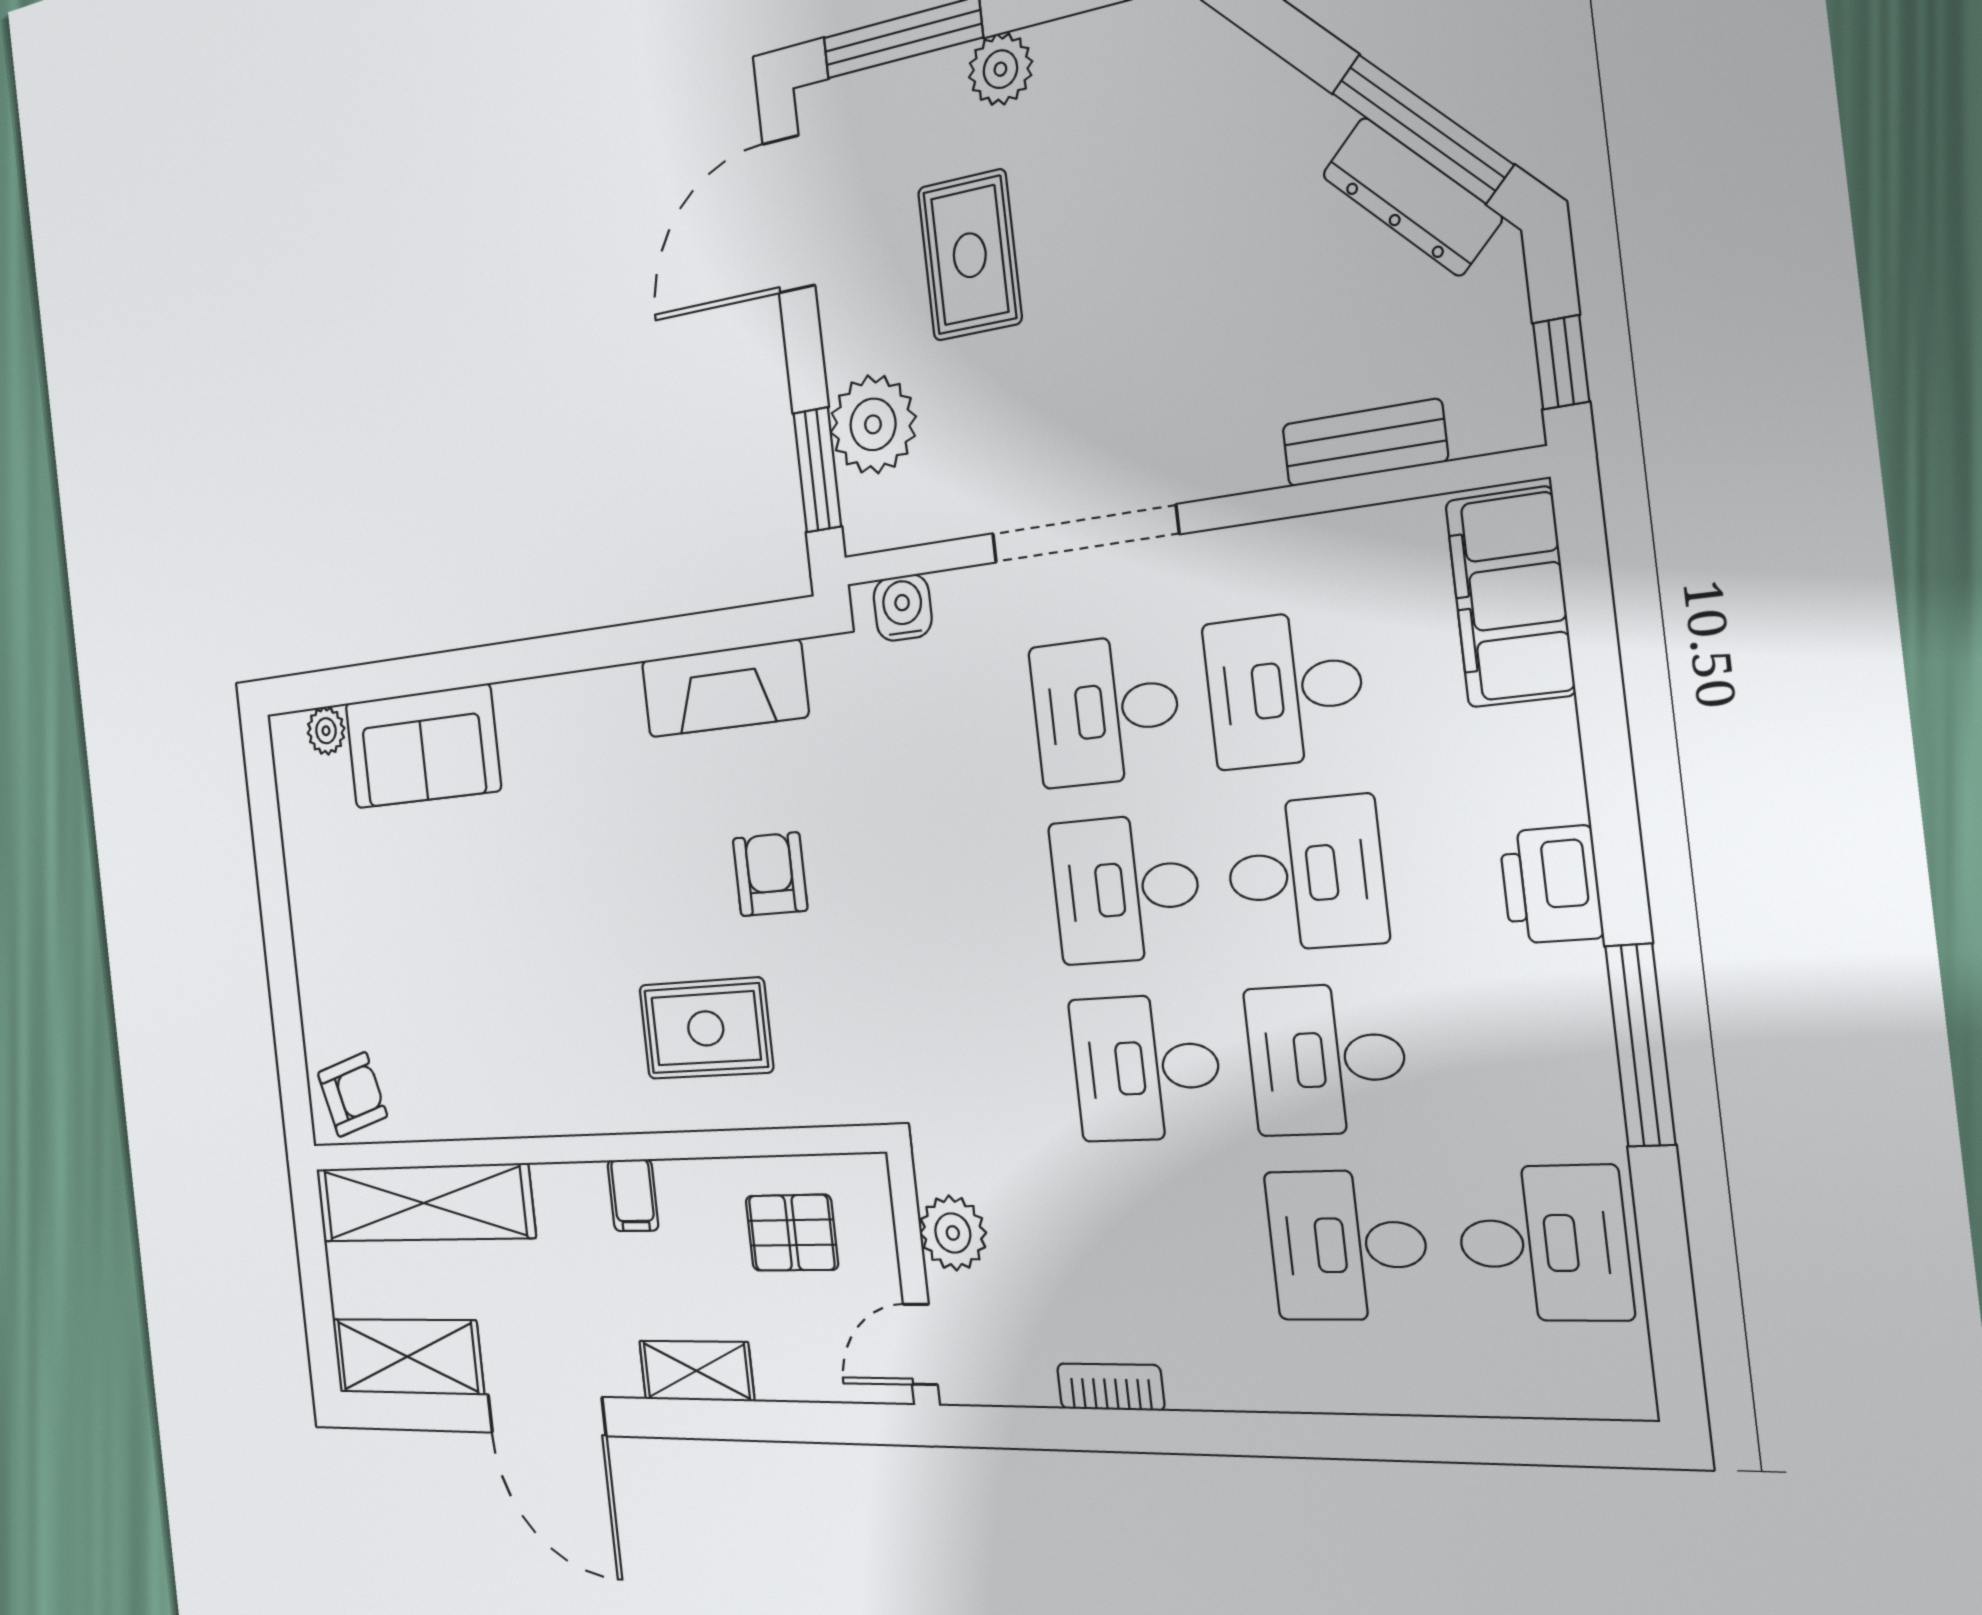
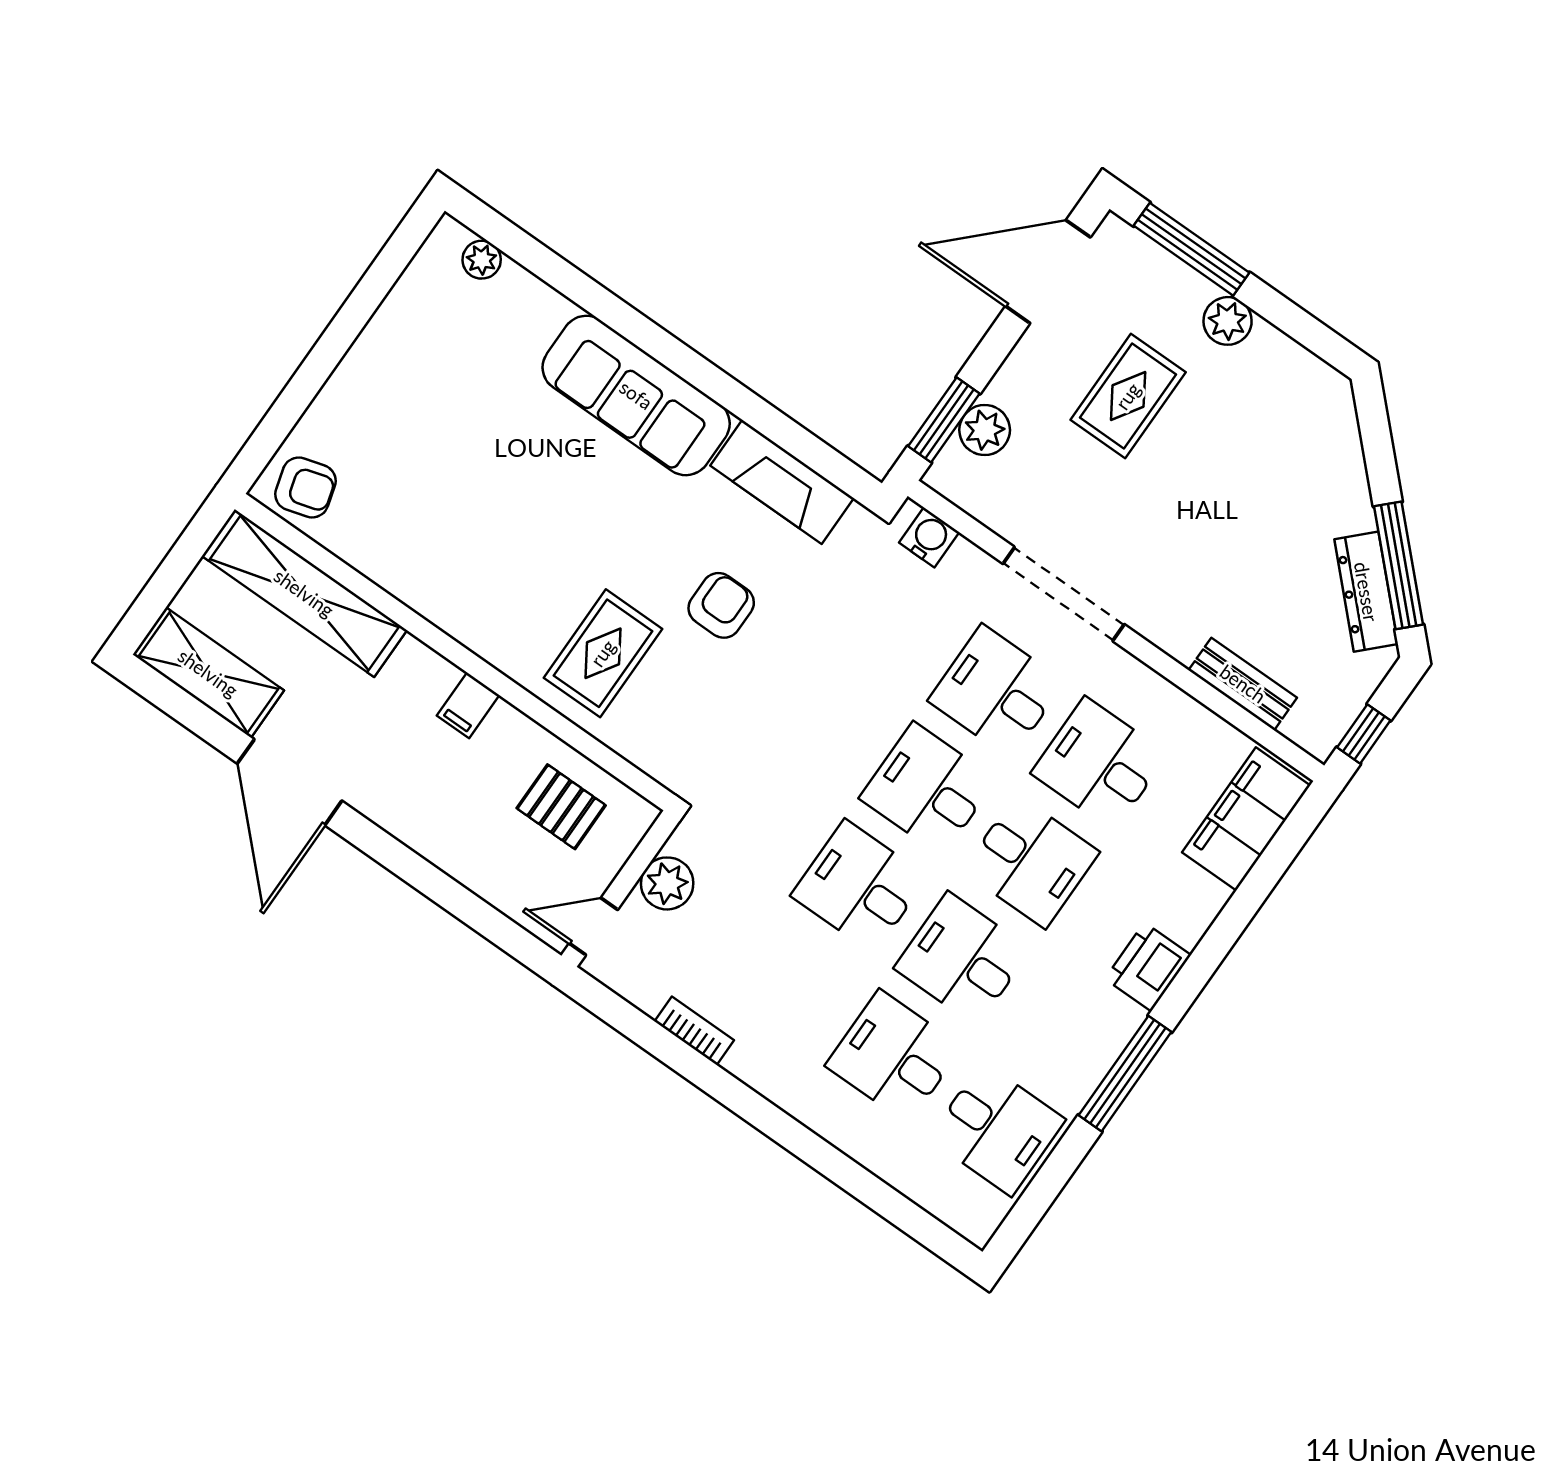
plant: (873, 424) -> (985, 430), width x0.73, depth x0.73
sofa: (422, 747) -> (636, 395), moved, width x1.36
rug: (706, 1028) -> (603, 653), turned 90
shelving: (696, 1371) -> (426, 834), removed

